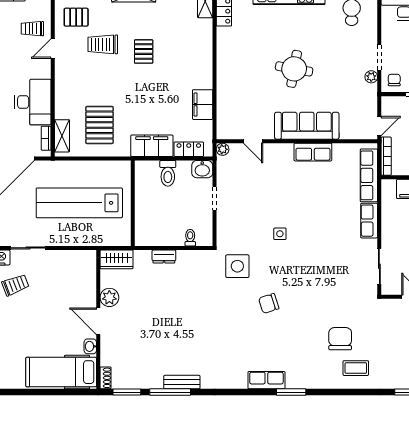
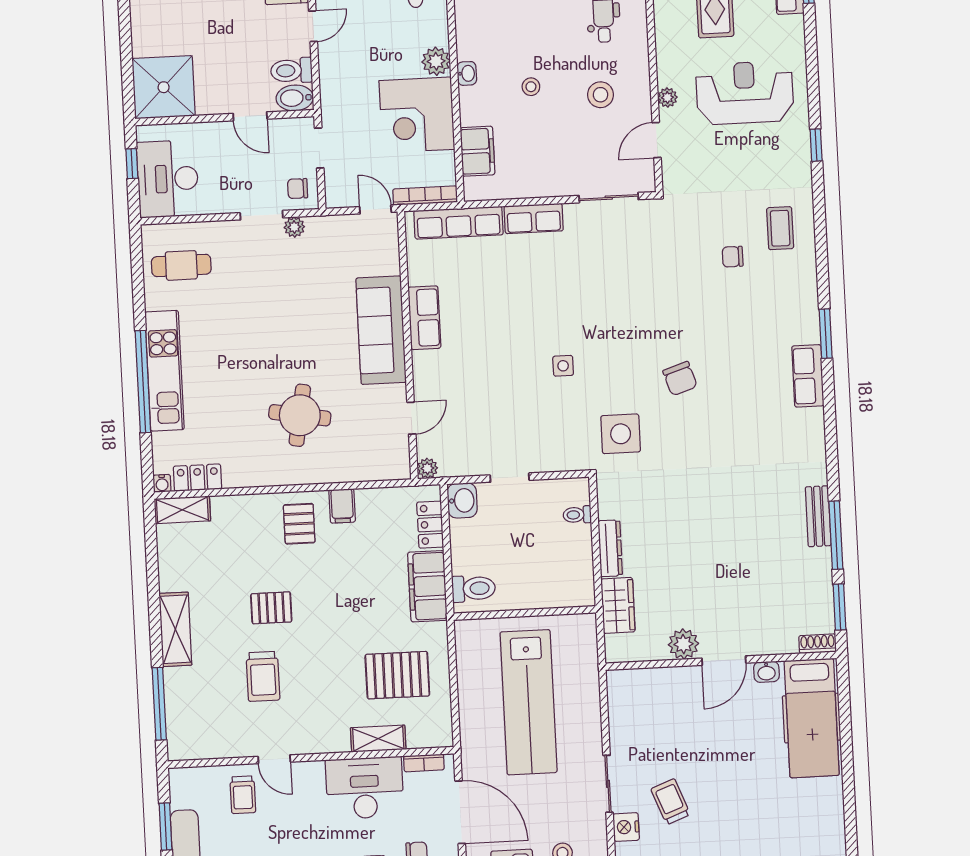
pallet: (76, 17) -> (299, 524), moved
round table: (294, 69) -> (300, 415), moved
filing cabinet: (203, 105) -> (342, 506), width x0.50
shelving: (62, 136) -> (378, 739), moved
toilet: (168, 173) -> (474, 589), moved
dresser: (164, 256) -> (610, 548), width x1.44
wardrobe: (117, 259) -> (618, 605), moved
chair: (340, 339) -> (733, 257), width x0.54, depth x0.54

